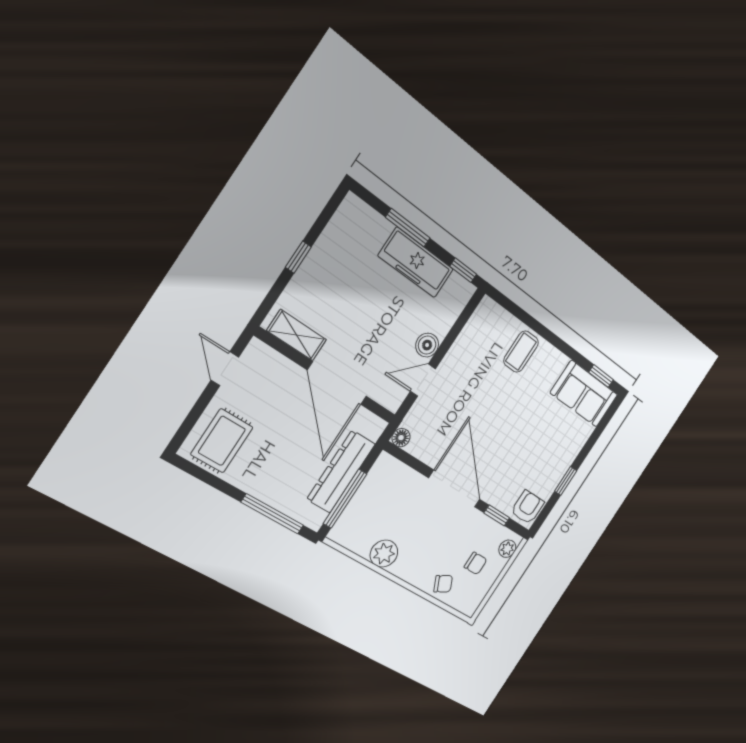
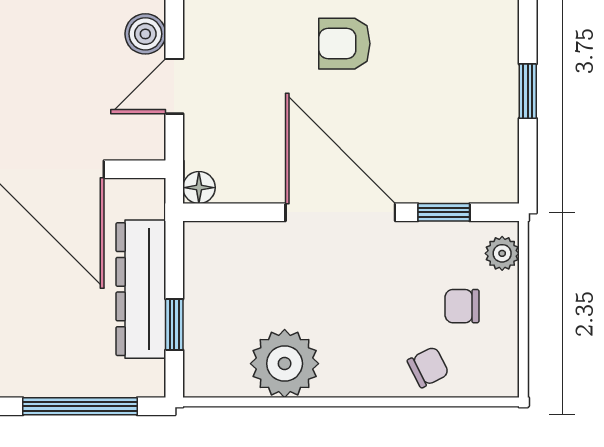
window: (345, 499) -> (174, 324), width x0.46
armchair: (527, 507) -> (344, 44), moved, turned -90
plant: (384, 554) -> (285, 364), width x1.36, depth x1.36
chair: (476, 563) -> (462, 306), turned 180

